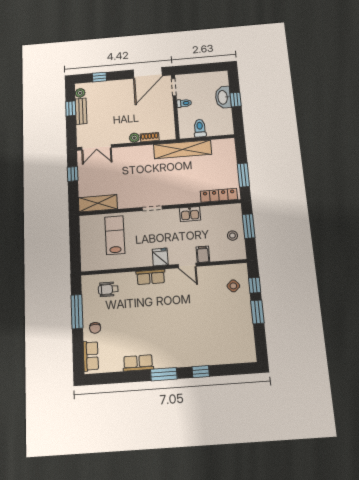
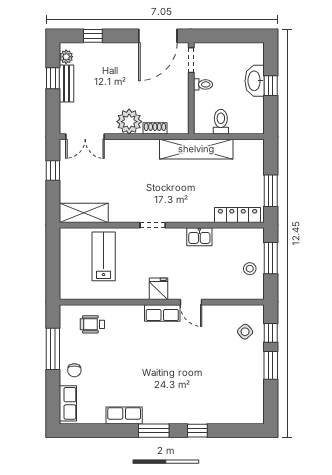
plant: (134, 138) -> (129, 122), width x1.87, depth x1.87
filing cabinet: (203, 254) -> (211, 290), removed
row of seats: (151, 277) -> (162, 313), moved

